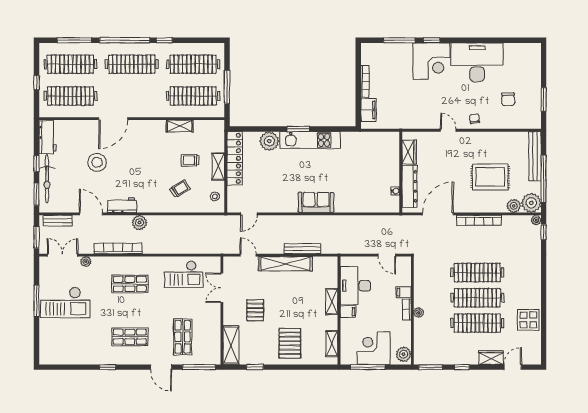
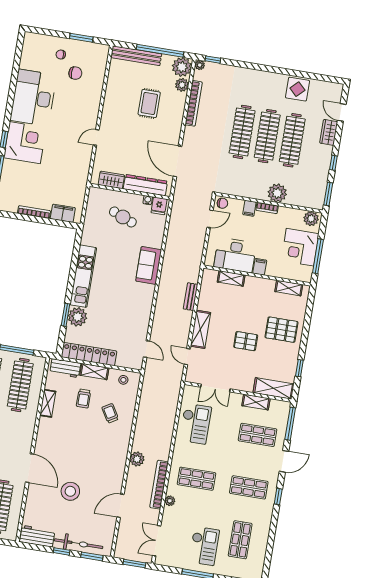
chair: (474, 119) -> (61, 55), moved
window: (298, 129) -> (65, 315), moved
cafe table: (375, 169) -> (123, 217), added
rug: (490, 177) -> (149, 103), width x0.73, depth x0.70
sofa: (316, 202) -> (149, 265), moved
fridge: (391, 203) -> (159, 206), added
workbench: (122, 205) -> (65, 368), moved, turned -90
bookcase: (479, 220) -> (194, 103), moved
bench: (58, 221) -> (122, 540), removed
bench: (303, 249) -> (191, 297), width x0.73
door: (248, 255) -> (187, 357), hinge flipped
plant: (86, 262) -> (170, 501), moved
shelving: (286, 264) -> (200, 329), width x0.68
chair: (404, 265) -> (222, 203), added
shop shelf: (130, 284) -> (196, 479), turned 90
checkout: (65, 302) -> (204, 546), width x0.73, depth x0.83
shelving: (332, 302) -> (231, 278), moved
pallet: (255, 310) -> (246, 341), moved
plant: (419, 313) -> (277, 193), width x1.88, depth x1.88
shelving: (215, 330) -> (256, 402), added
shop shelf: (77, 337) -> (240, 540), added
shop shelf: (130, 337) -> (249, 487), turned 90
window: (108, 367) -> (278, 496), moved

